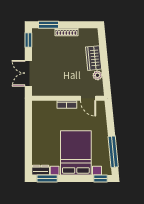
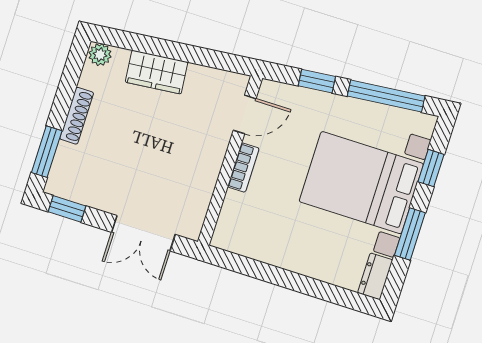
plant: (97, 75) -> (100, 55), moved
window: (110, 123) -> (317, 81), added
window: (47, 179) -> (410, 234), moved
window: (101, 179) -> (431, 168), moved

